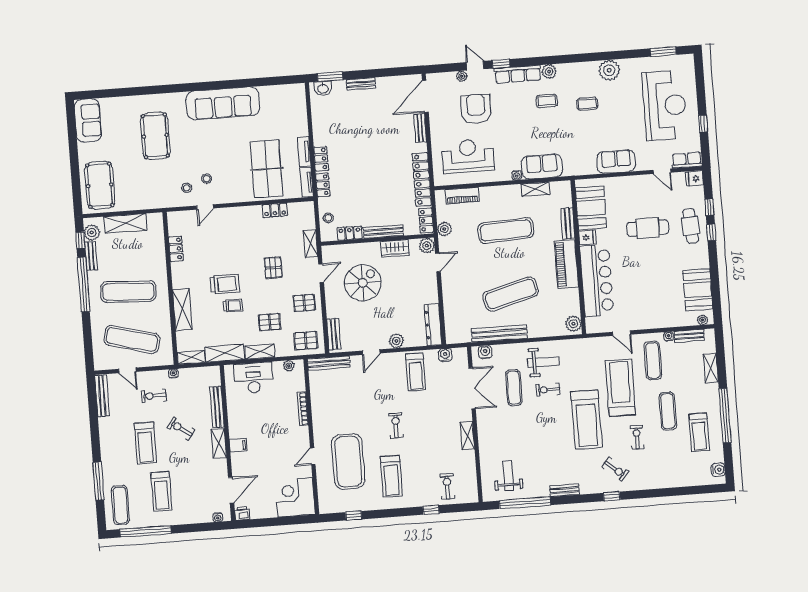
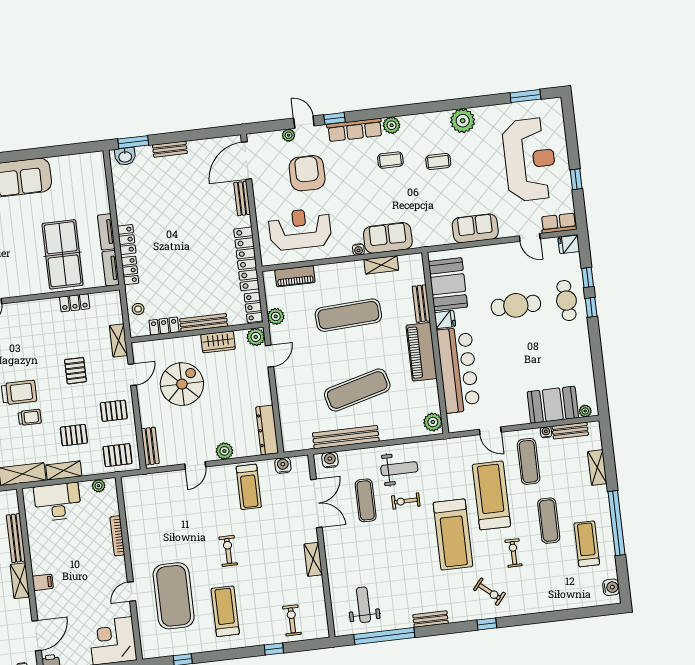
booth: (698, 290) -> (553, 405), moved, turned 90
bench: (329, 363) -> (146, 481), removed
treadmill: (699, 432) -> (587, 544), turned 180
treadmill: (391, 476) -> (225, 611), turned 180

